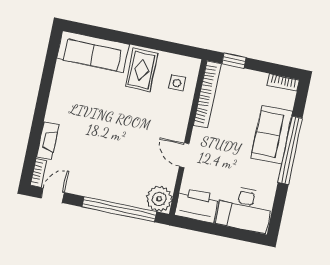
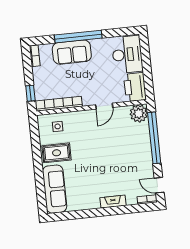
fireplace: (47, 141) -> (113, 202), moved

